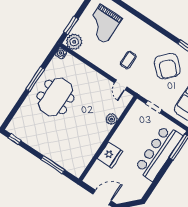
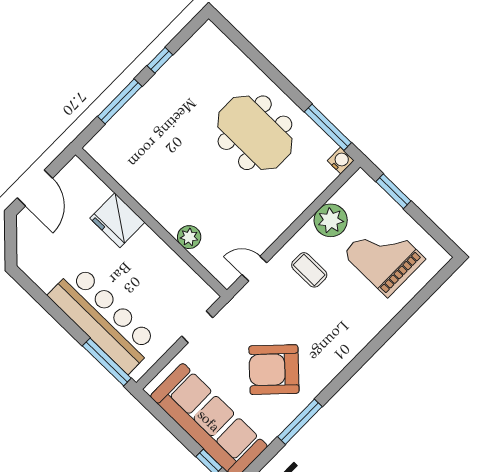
plant: (74, 42) -> (331, 220), moved
coffee table: (128, 60) -> (309, 270), moved
window: (35, 79) -> (328, 127), moved
window: (15, 139) -> (160, 60), moved

